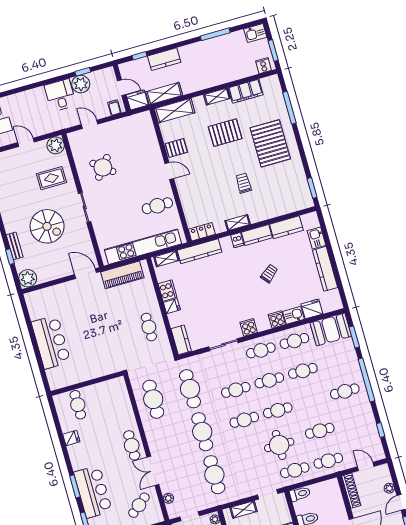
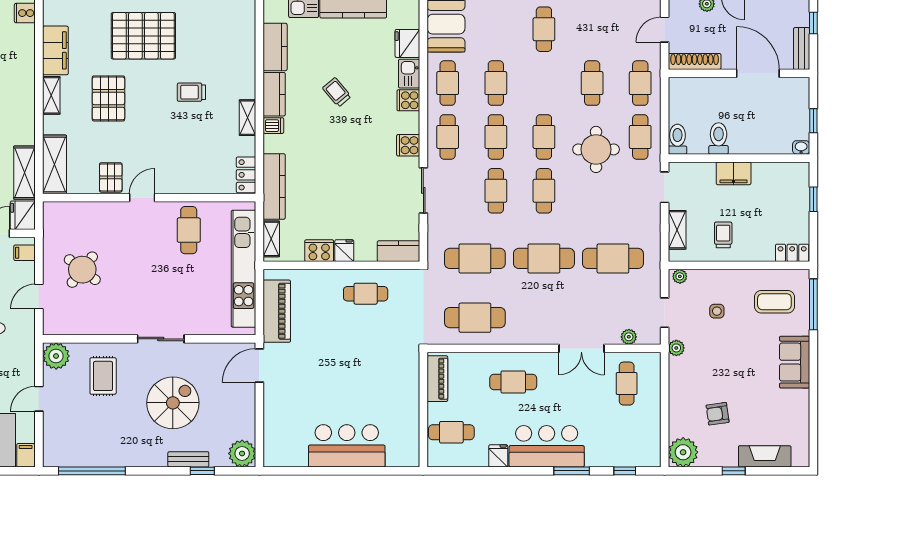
round table: (103, 167) -> (82, 270), moved
piano: (109, 387) -> (437, 379), added
cafe table: (132, 445) -> (513, 382), moved
bar counter: (93, 492) -> (547, 446), moved
cafe table: (139, 505) -> (627, 384), turned 39

